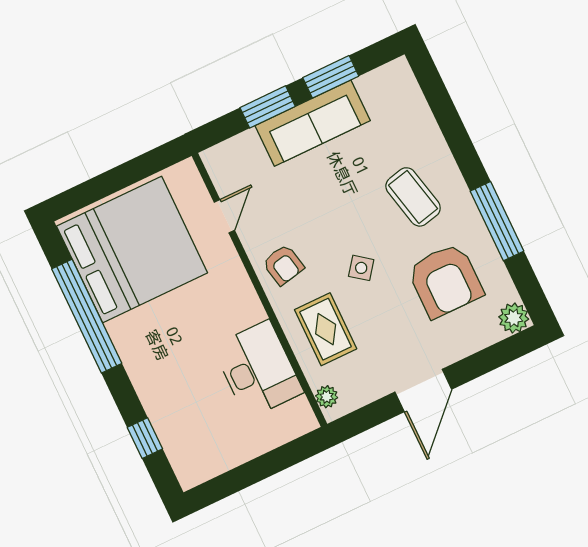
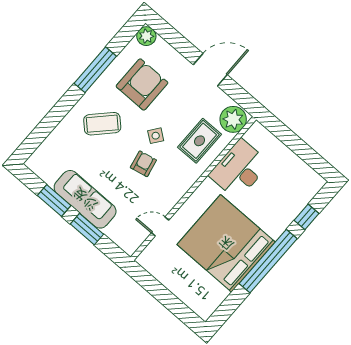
coffee table: (413, 197) -> (102, 124), turned 57
bed: (132, 250) -> (226, 243), moved
armchair: (283, 265) -> (143, 164), moved
window: (87, 316) -> (268, 261), moved
plant: (327, 397) -> (233, 119), width x1.88, depth x1.88

